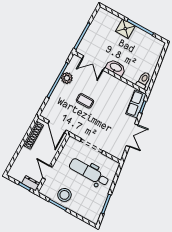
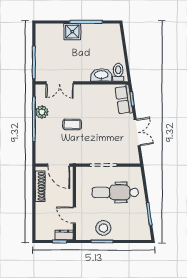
washbasin: (116, 68) -> (101, 75), moved

